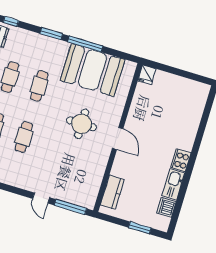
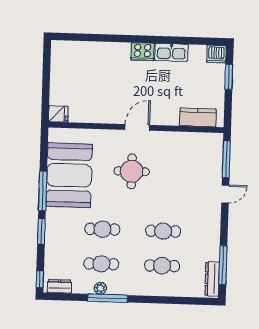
dishwasher: (166, 207) -> (216, 54), moved

